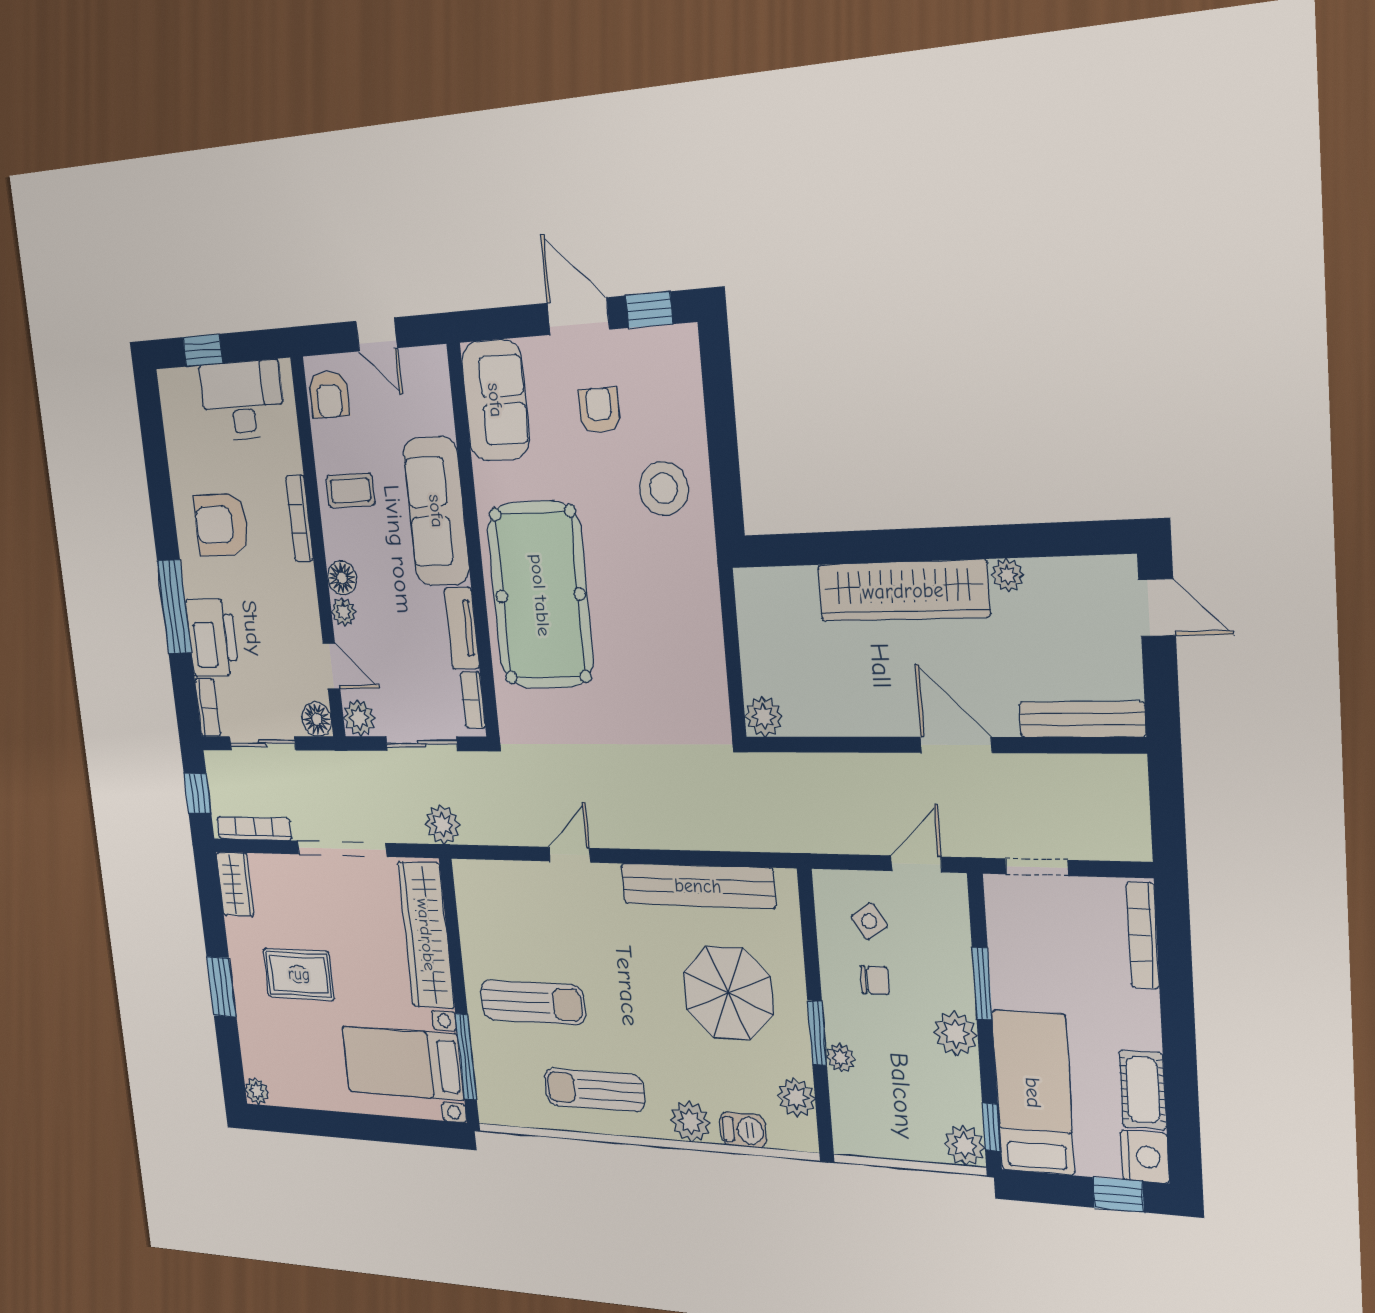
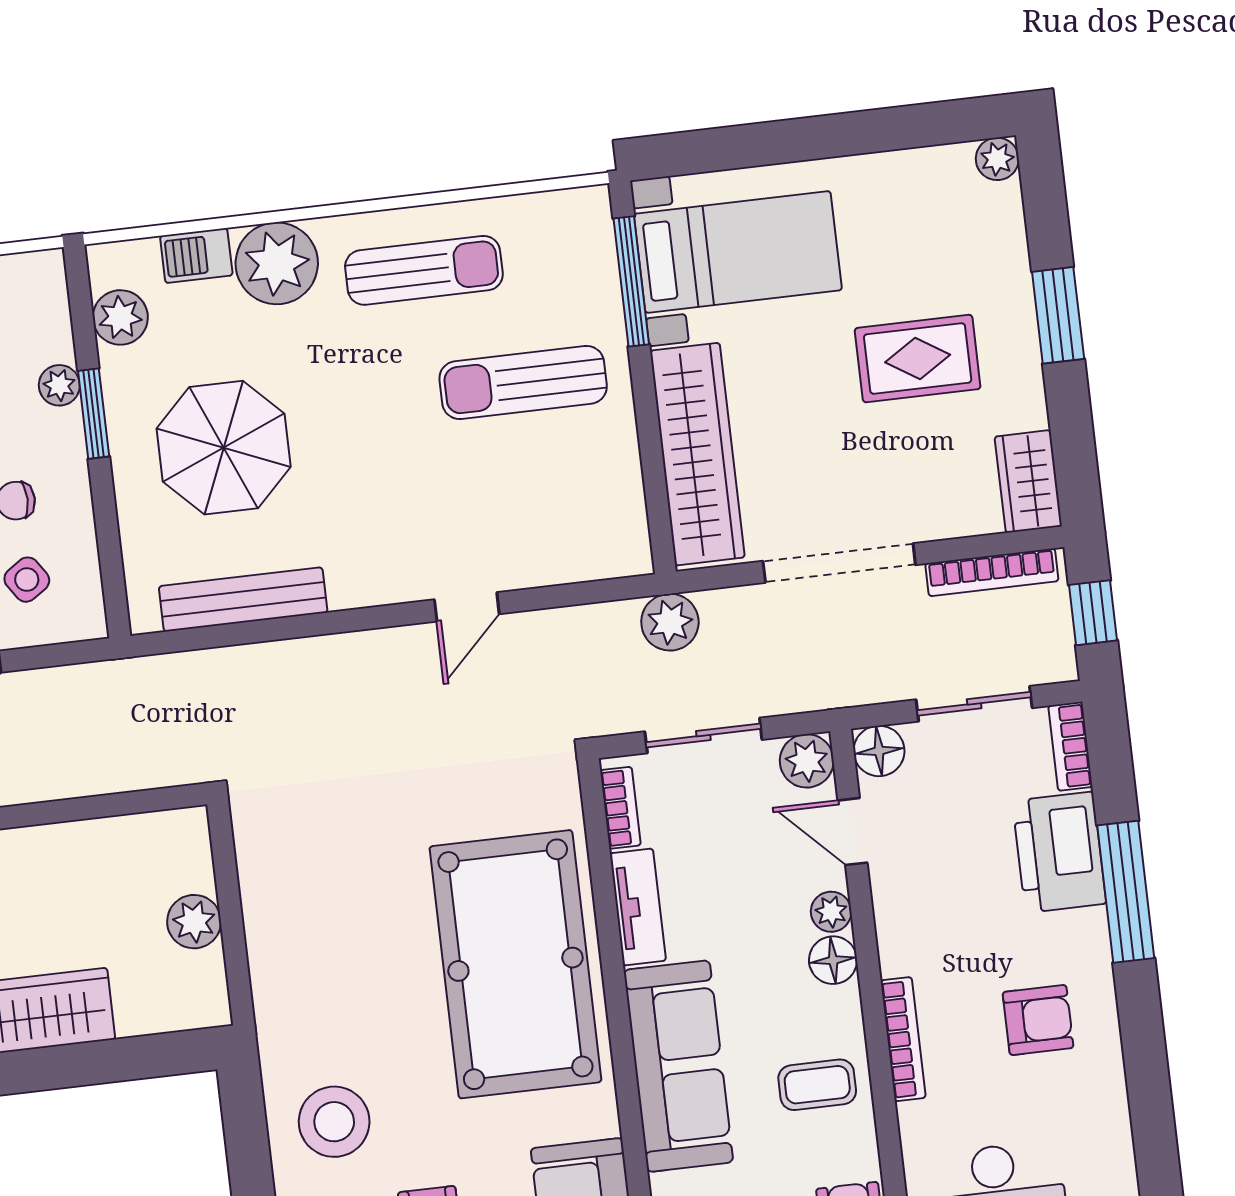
armchair: (221, 525) -> (1038, 1020), width x0.72, depth x0.72
plant: (764, 717) -> (194, 922), moved
bench: (698, 886) -> (243, 599), width x0.73, depth x0.82
plant: (690, 1121) -> (277, 263), width x1.36, depth x1.36

